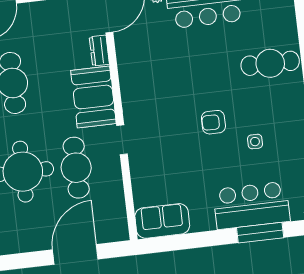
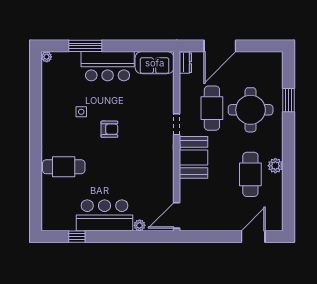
dresser: (99, 51) -> (185, 63), moved
bar counter: (251, 205) -> (108, 66), moved

